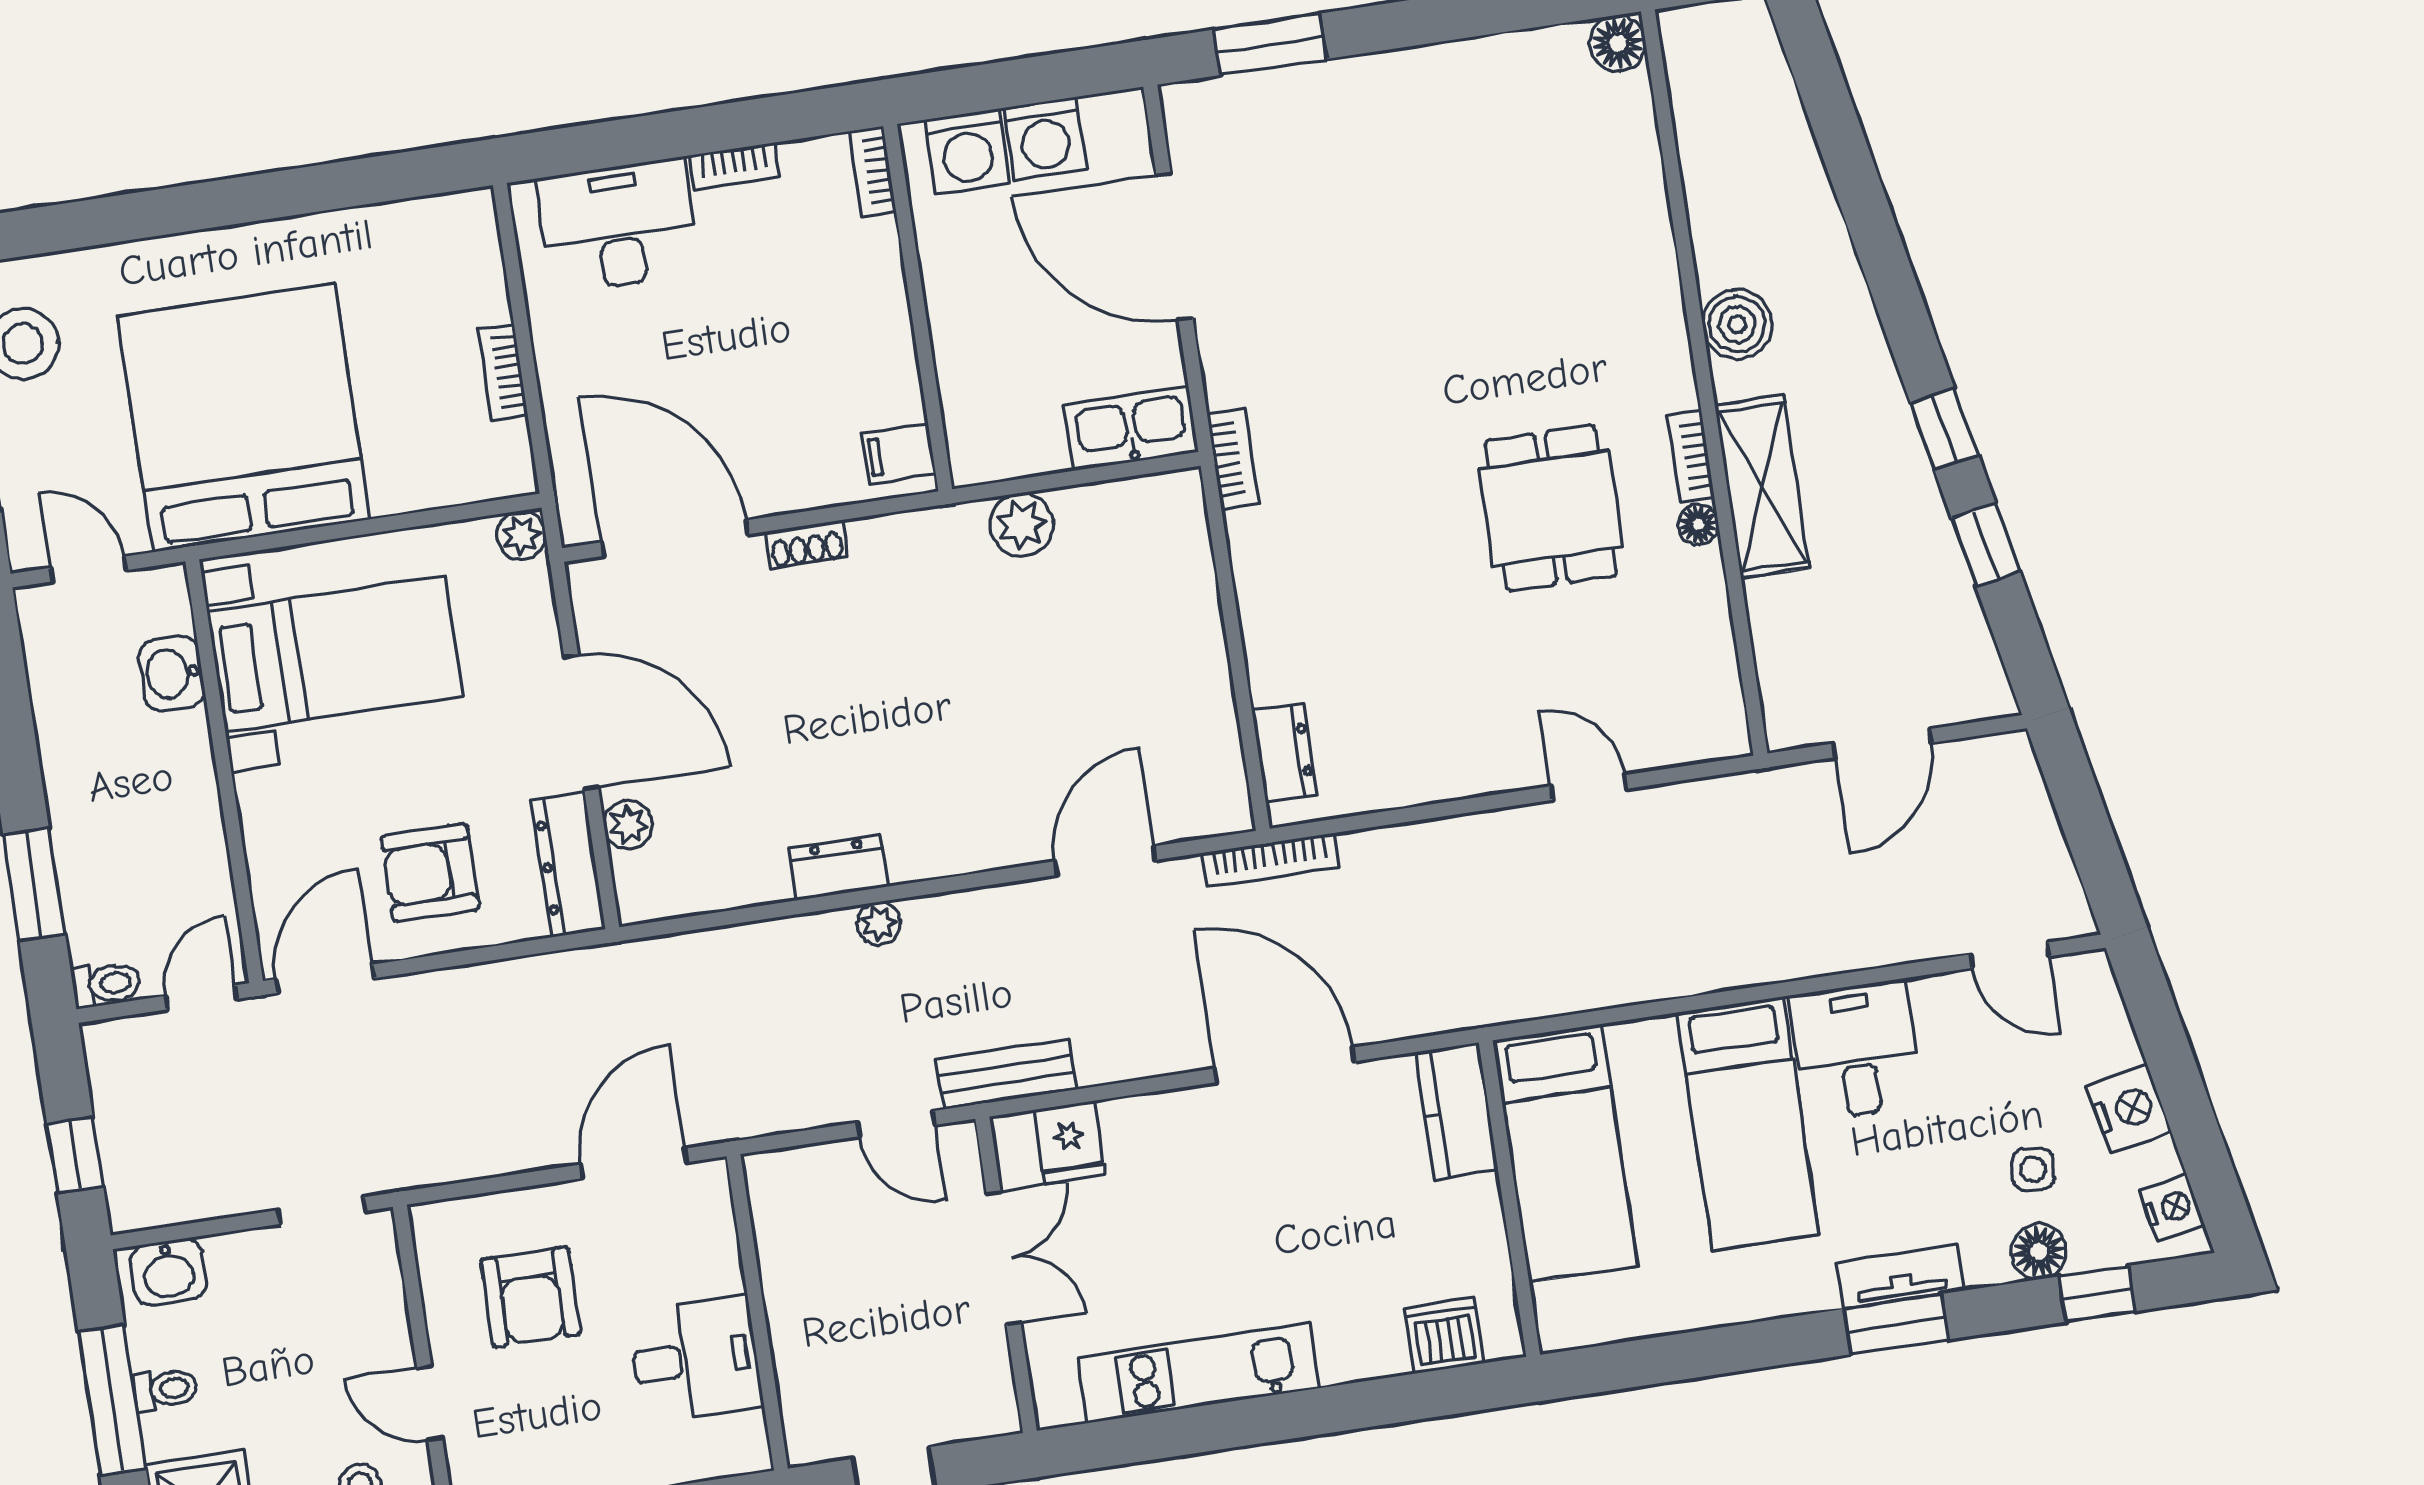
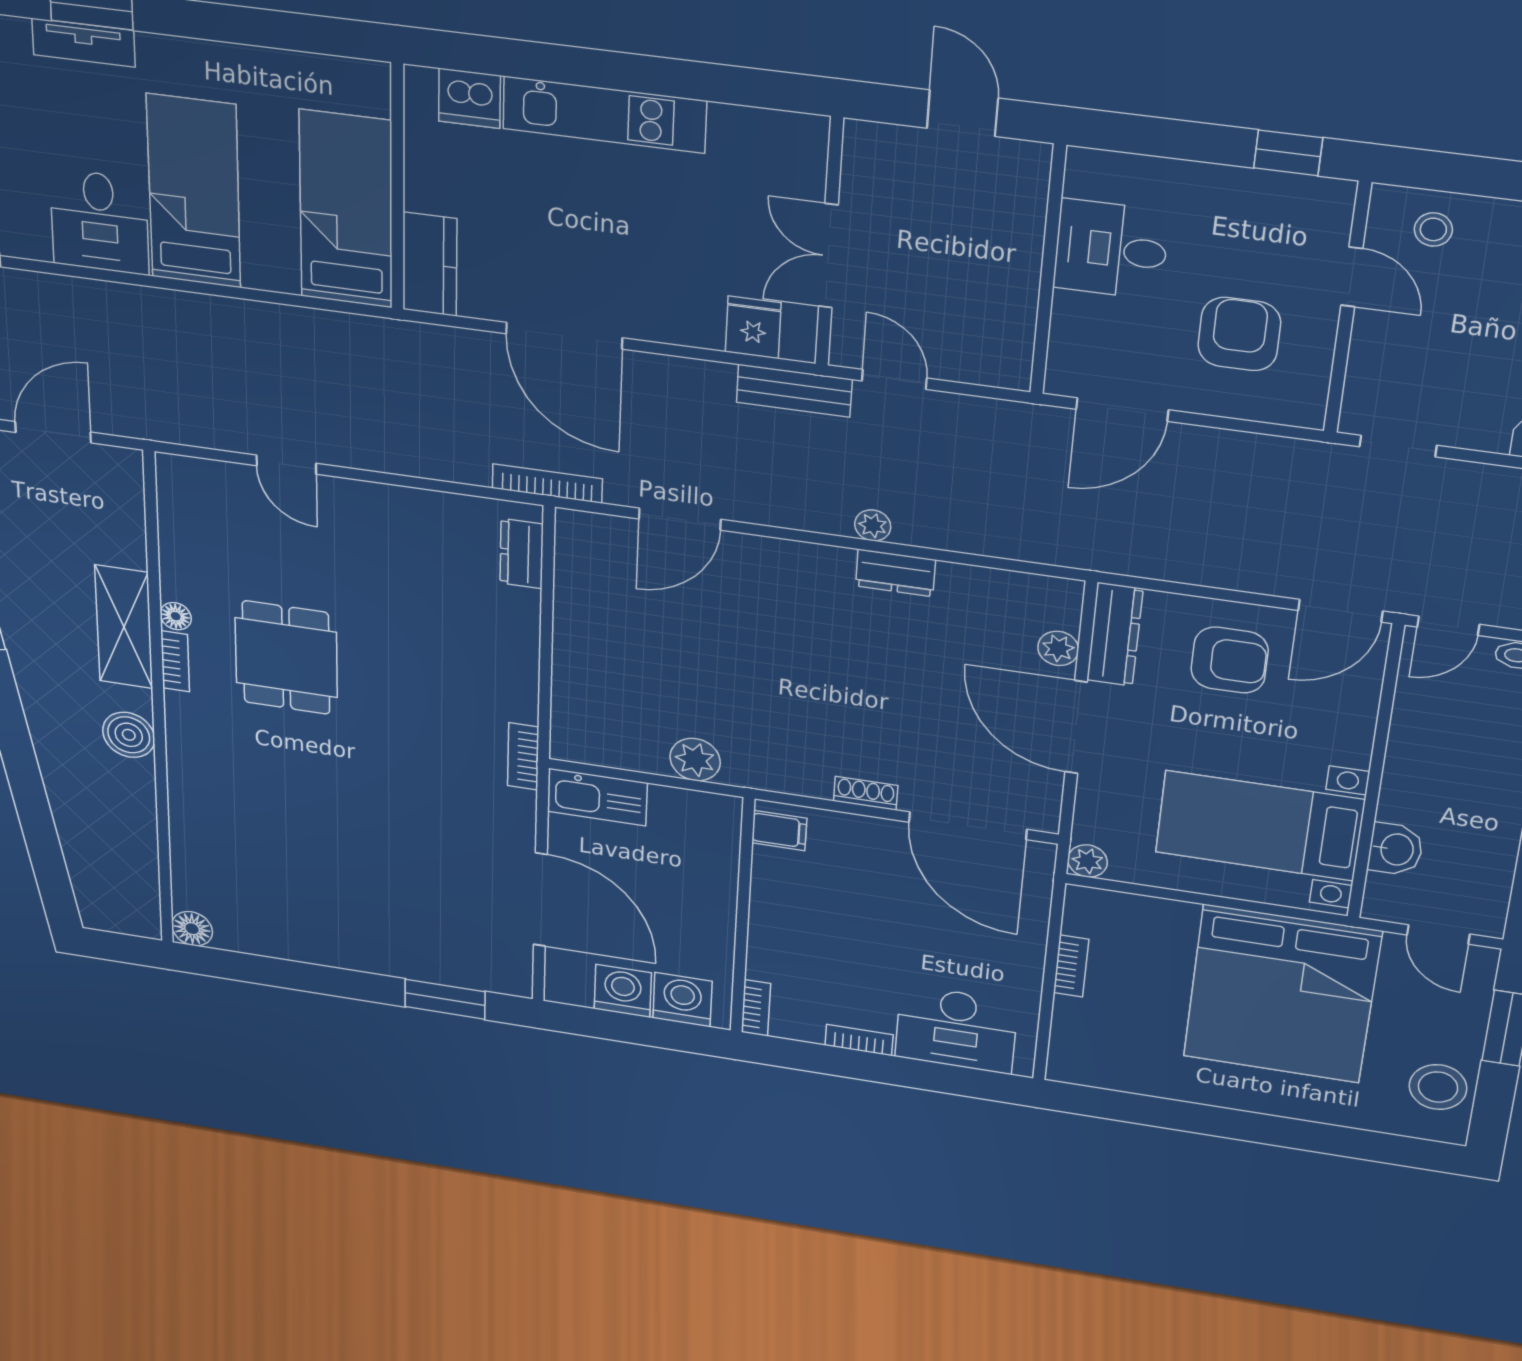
kitchen unit: (1198, 1373) -> (604, 115), moved

